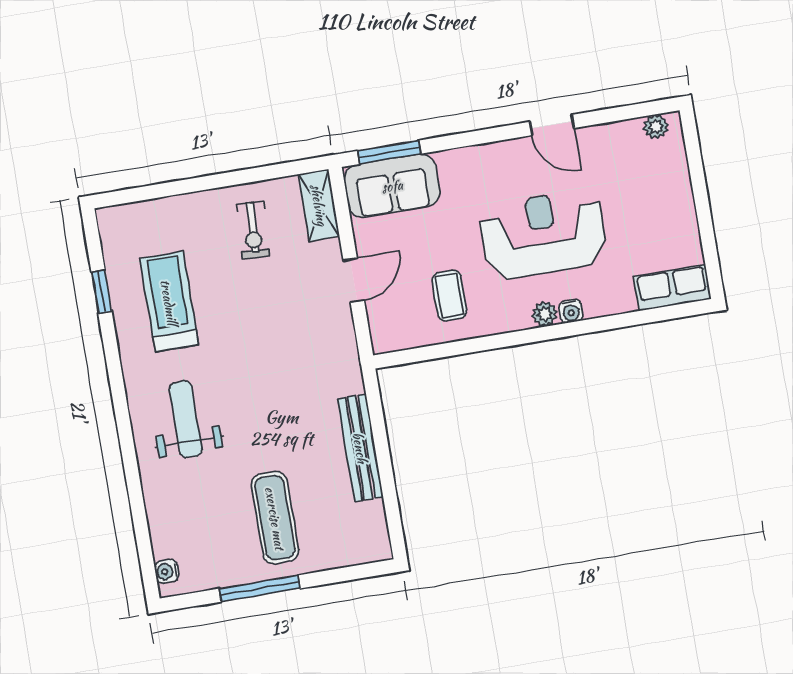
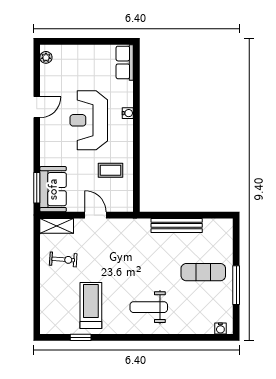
treadmill: (169, 302) -> (91, 306), turned 90
plant: (545, 314) -> (127, 126), removed

